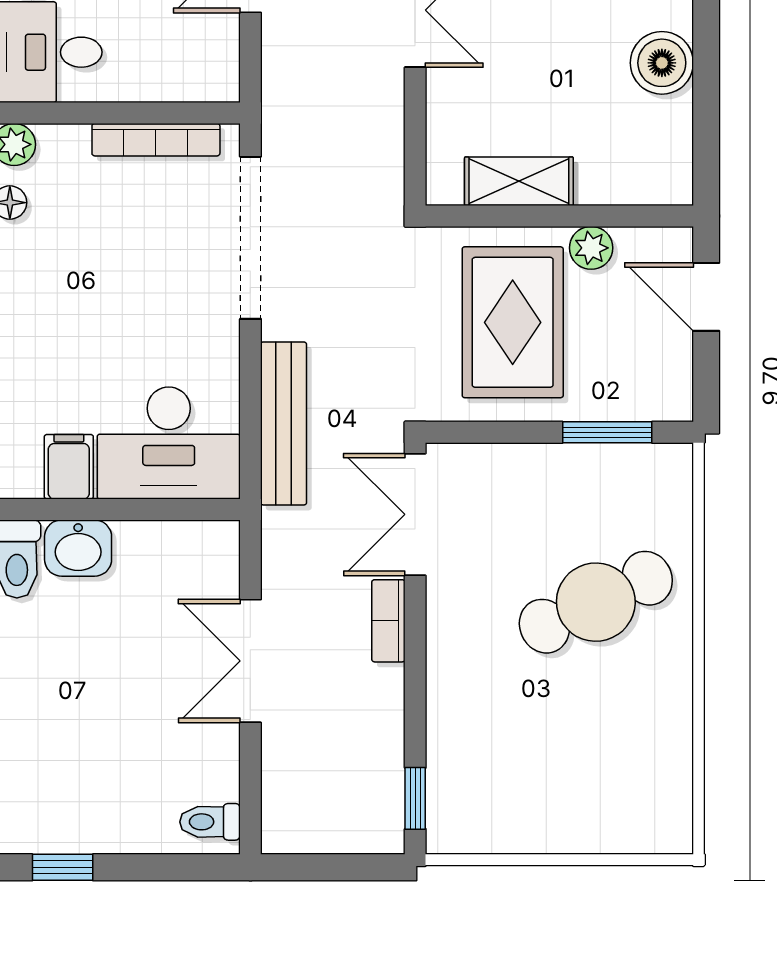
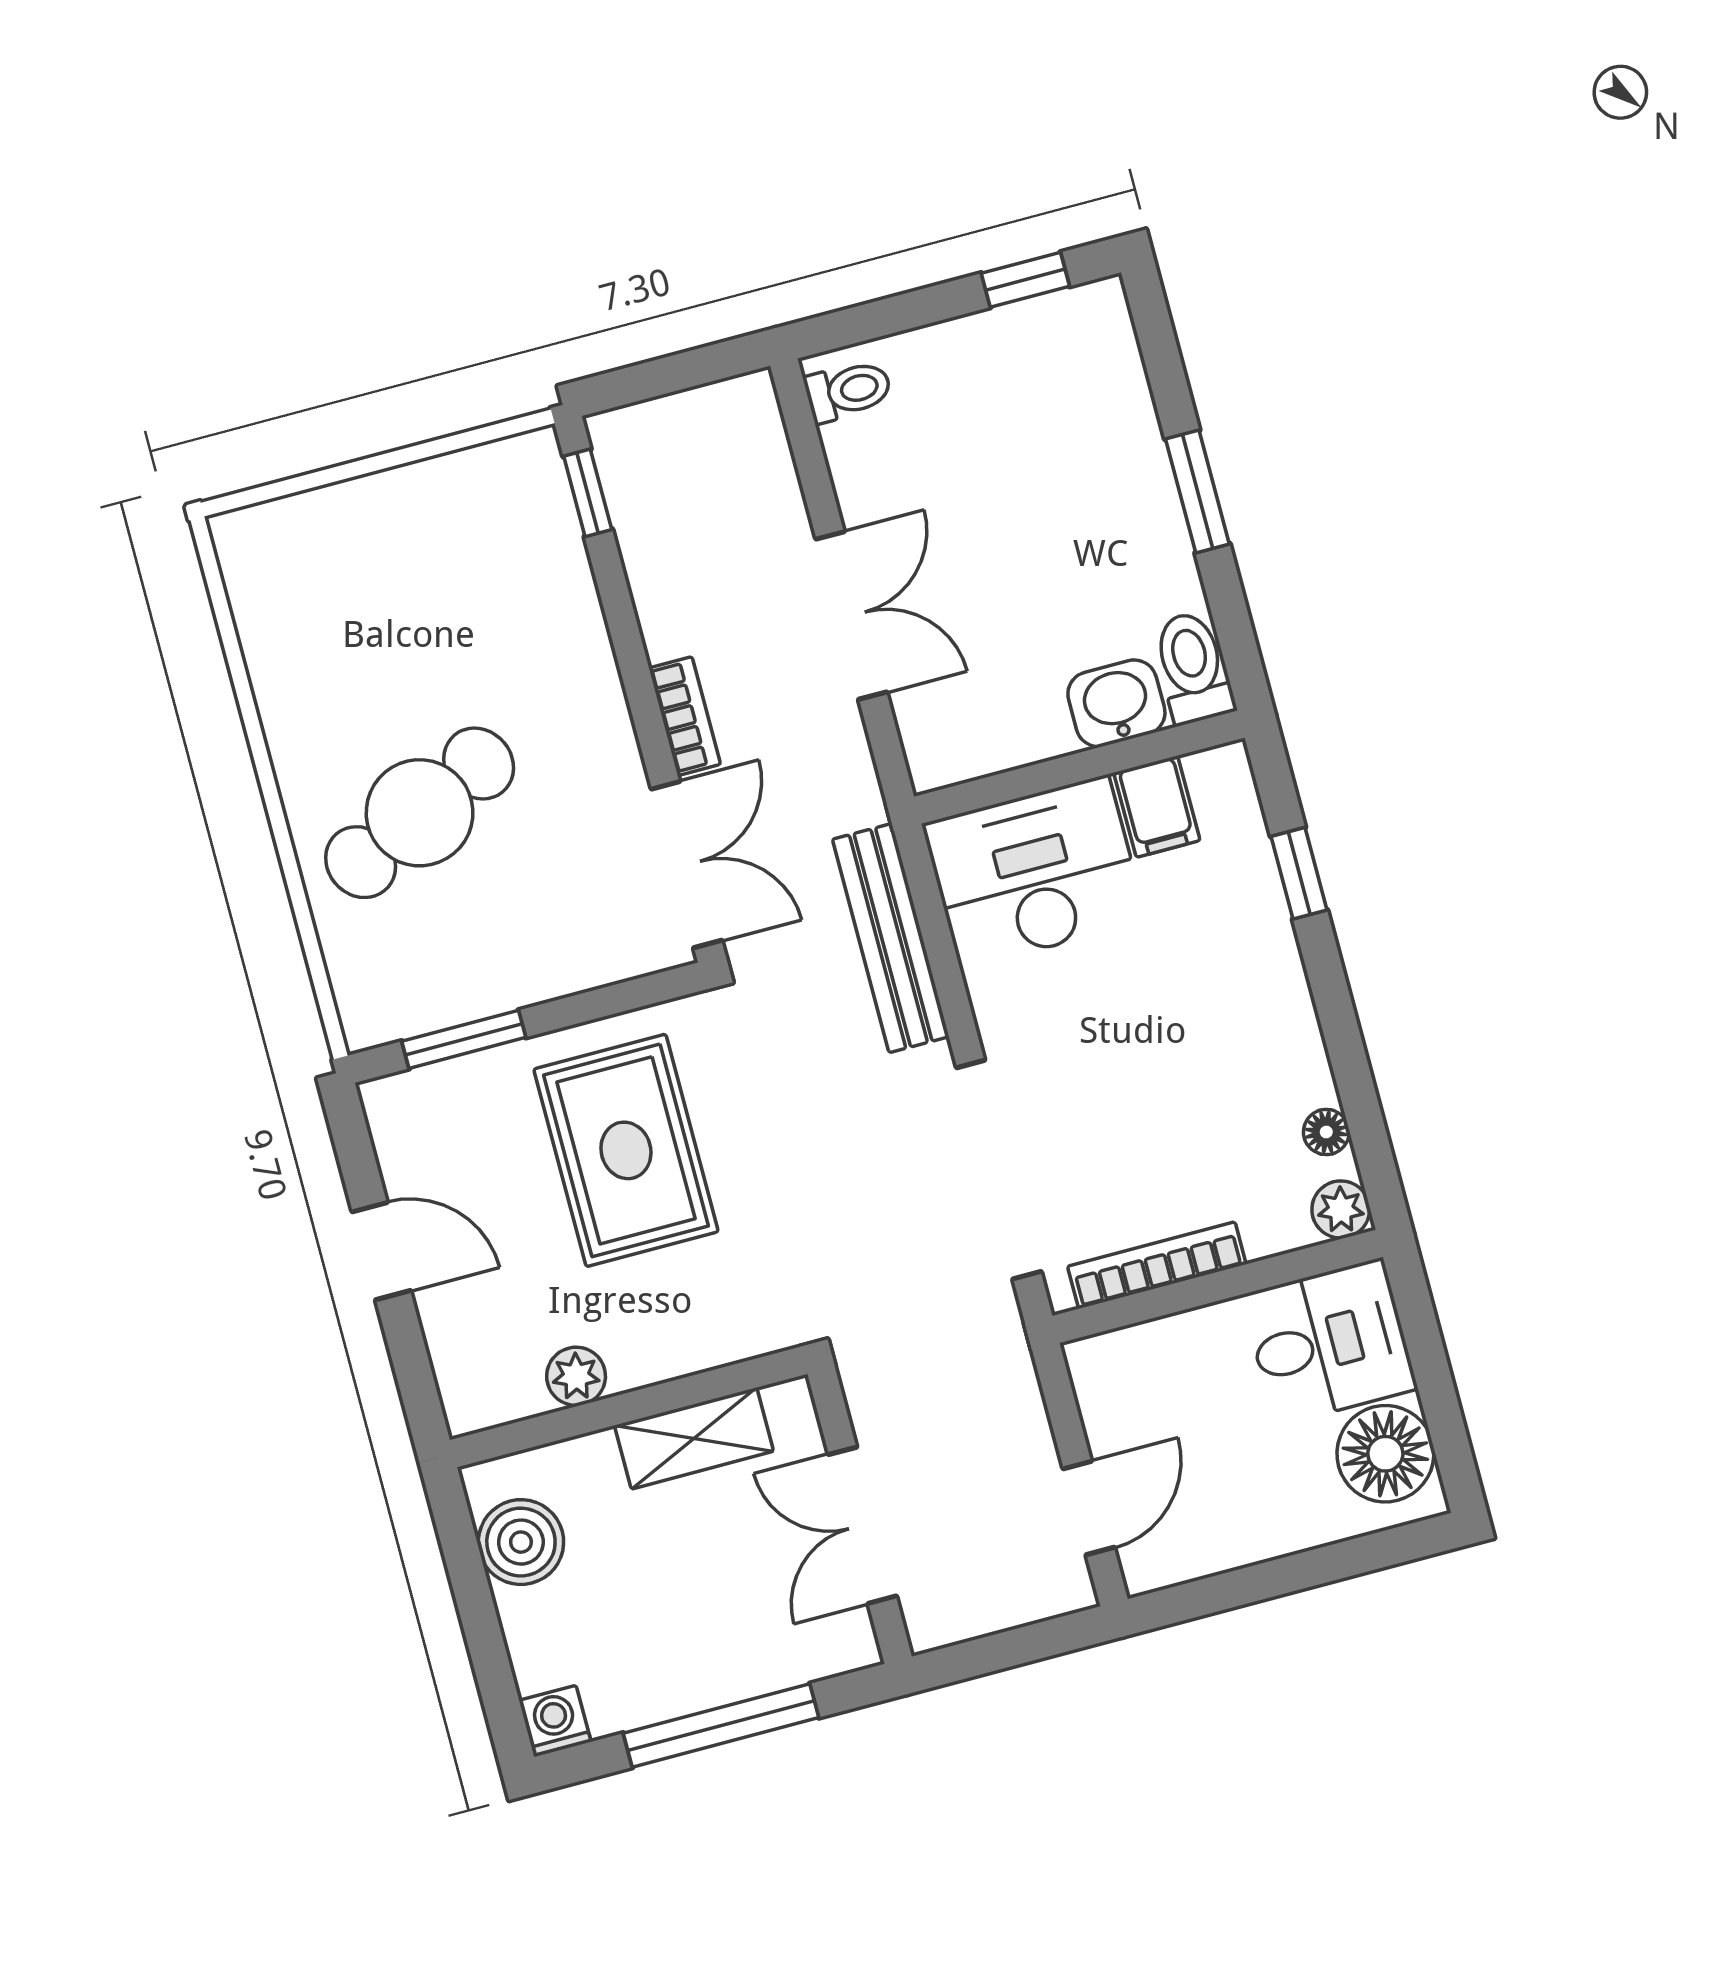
shelving: (519, 181) -> (694, 1438), moved
wall: (559, 216) -> (629, 1407), moved
plant: (591, 248) -> (576, 1376), moved

